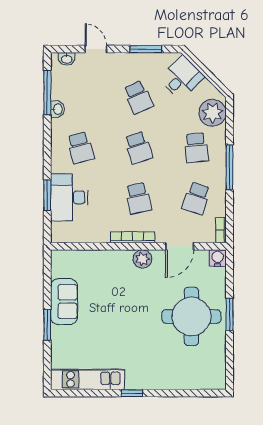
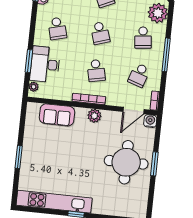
plant: (57, 229) -> (34, 87), added
door: (180, 246) -> (133, 110), moved
sofa: (64, 302) -> (57, 115), moved, turned 90
kitchen unit: (88, 379) -> (54, 202), width x1.36

